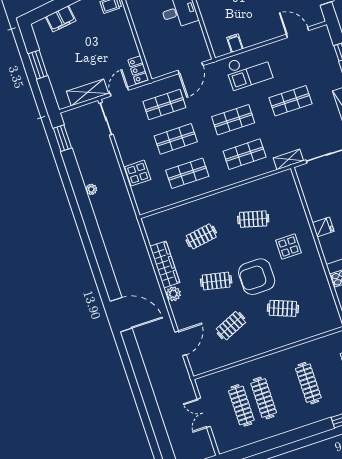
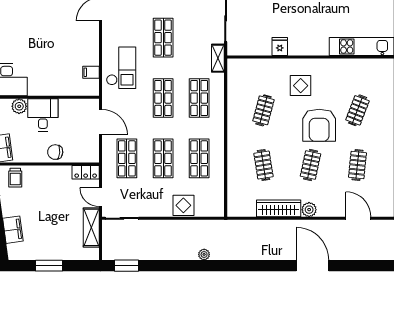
chair: (148, 34) -> (55, 152), added
plant: (91, 189) -> (204, 254), moved
fridge: (323, 227) -> (280, 47), moved
door: (121, 315) -> (312, 266), hinge flipped
clothes rail: (231, 326) -> (357, 165), turned 30

